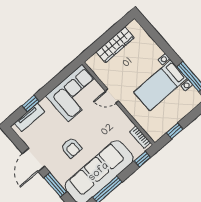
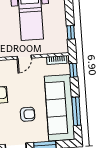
door: (112, 96) -> (24, 57), moved

